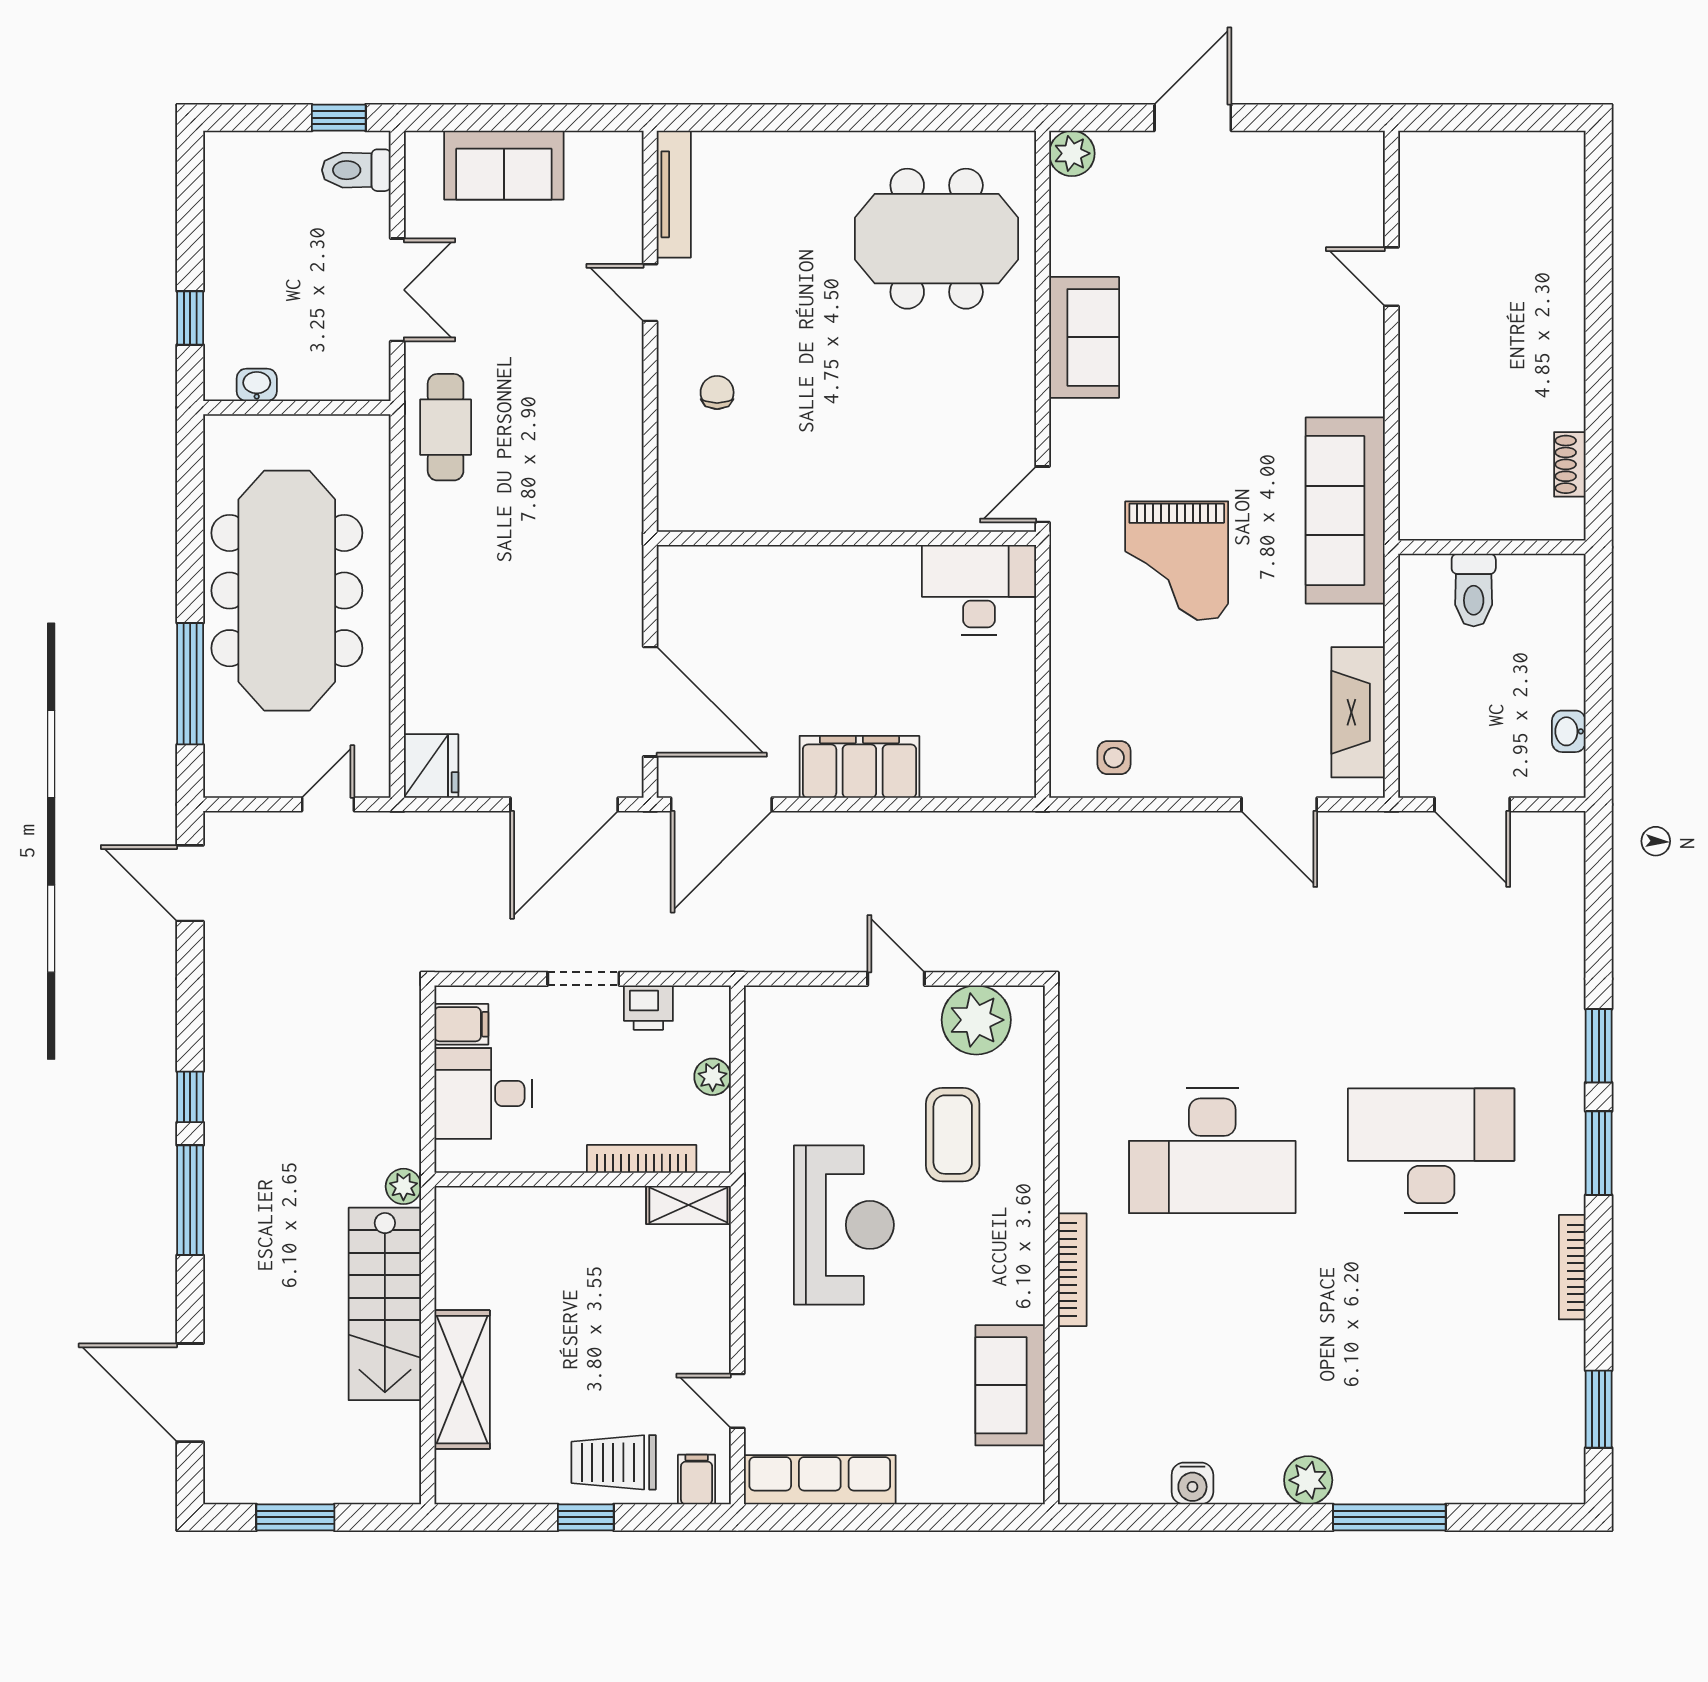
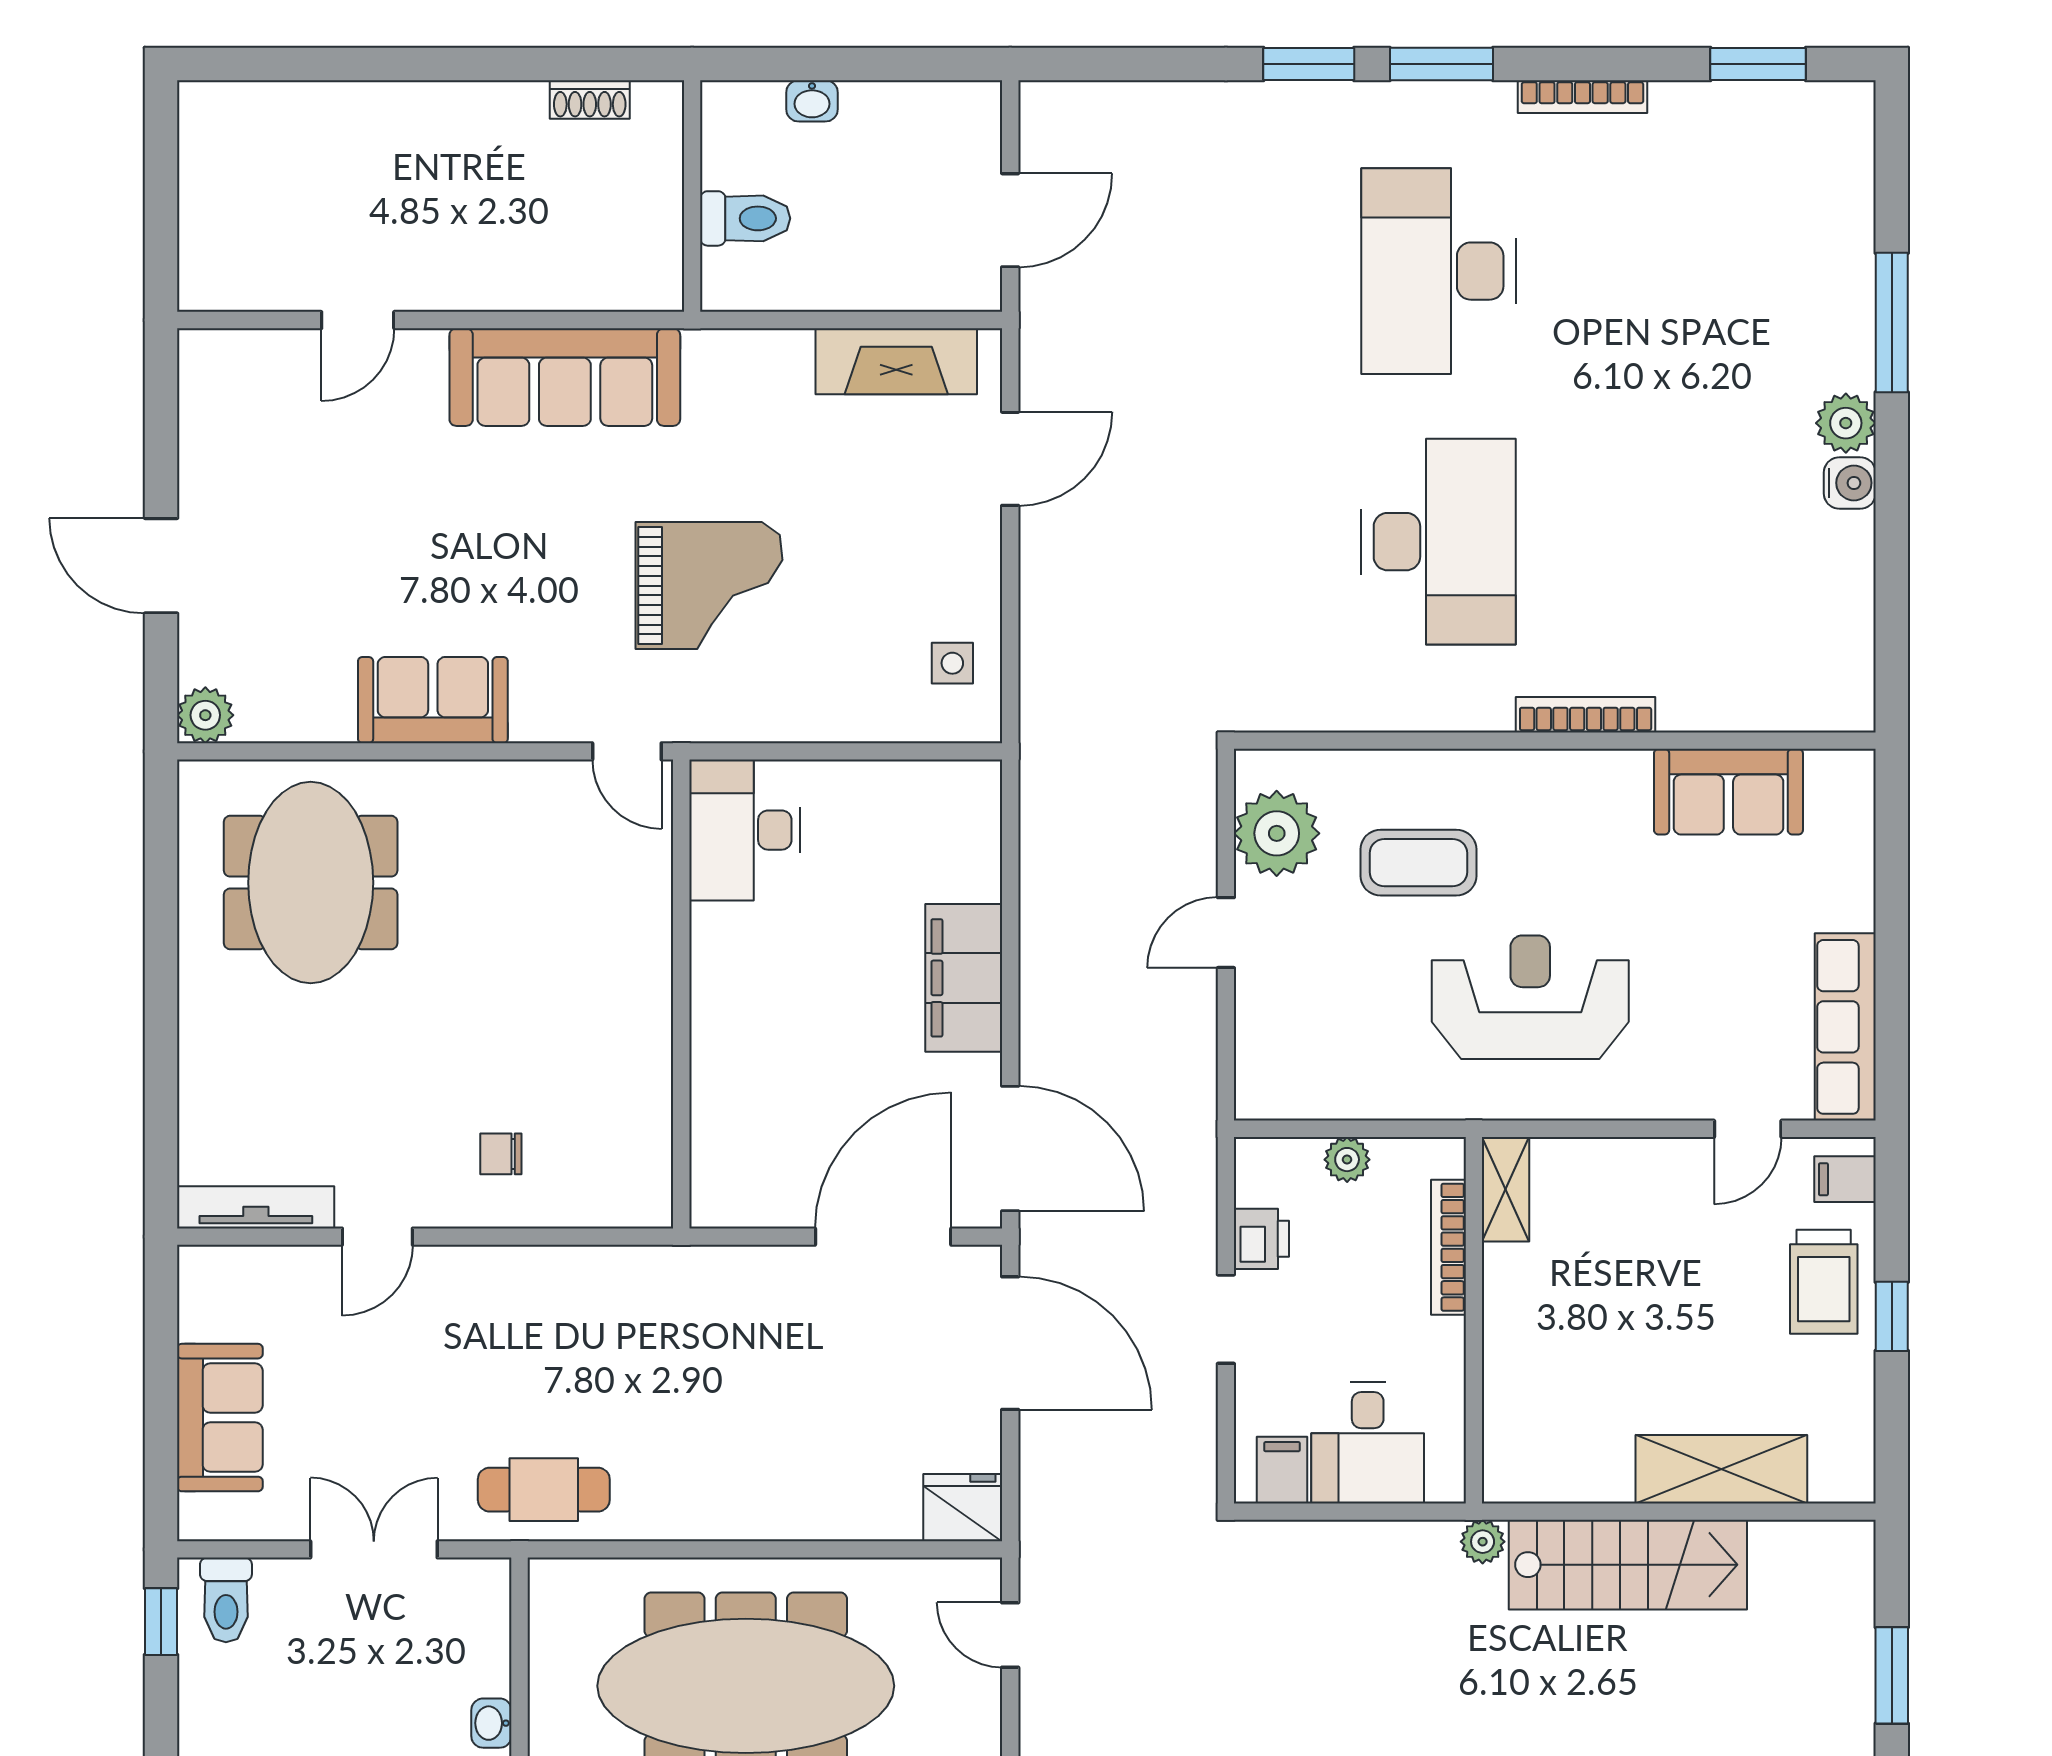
sofa: (1345, 511) -> (565, 377), moved
washbasin: (1569, 731) -> (812, 101), moved
water cooler: (1192, 1483) -> (1850, 483), moved

